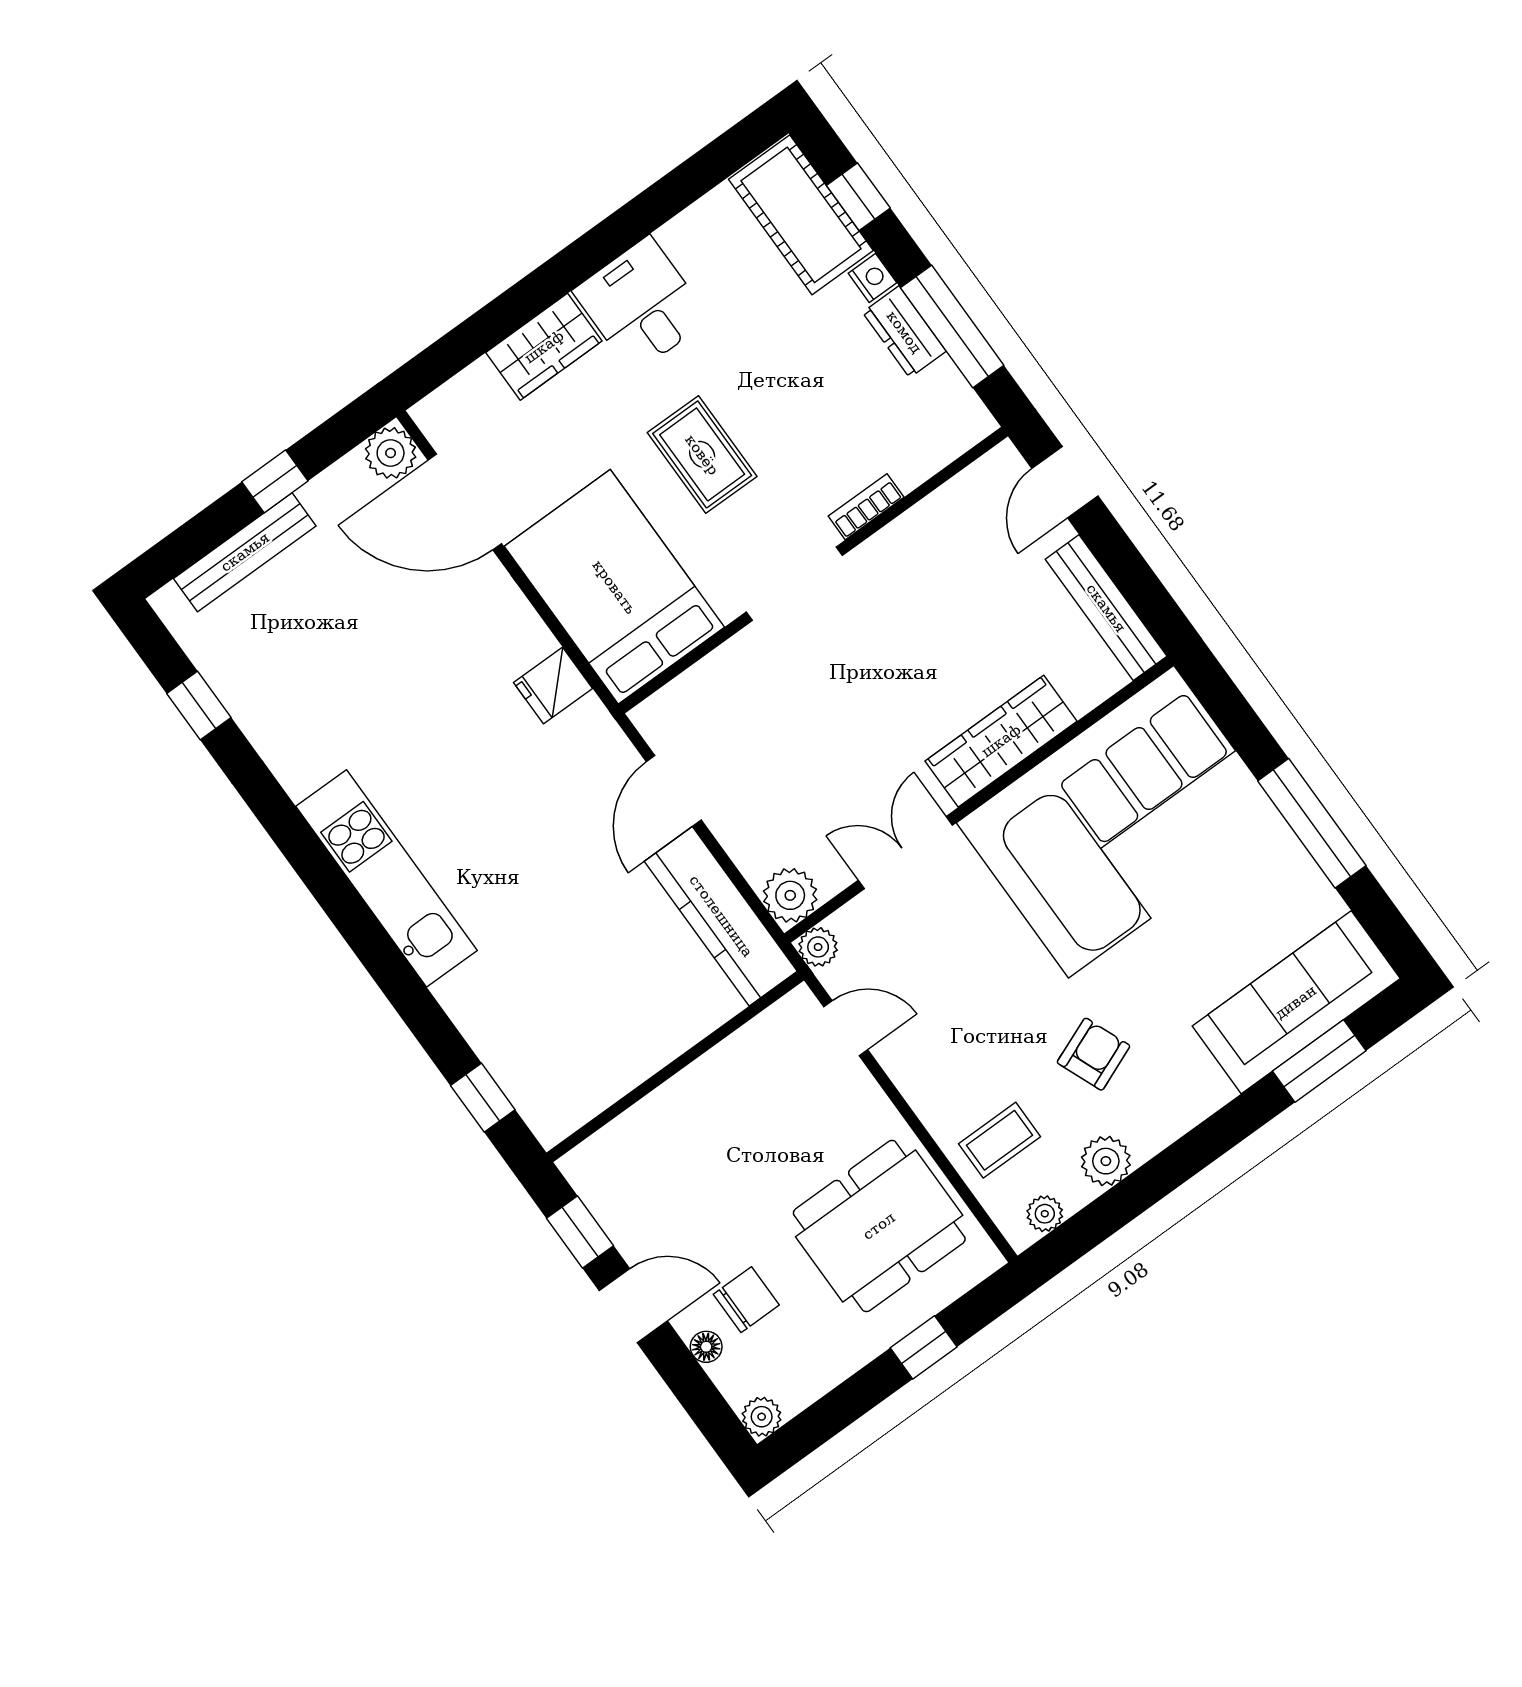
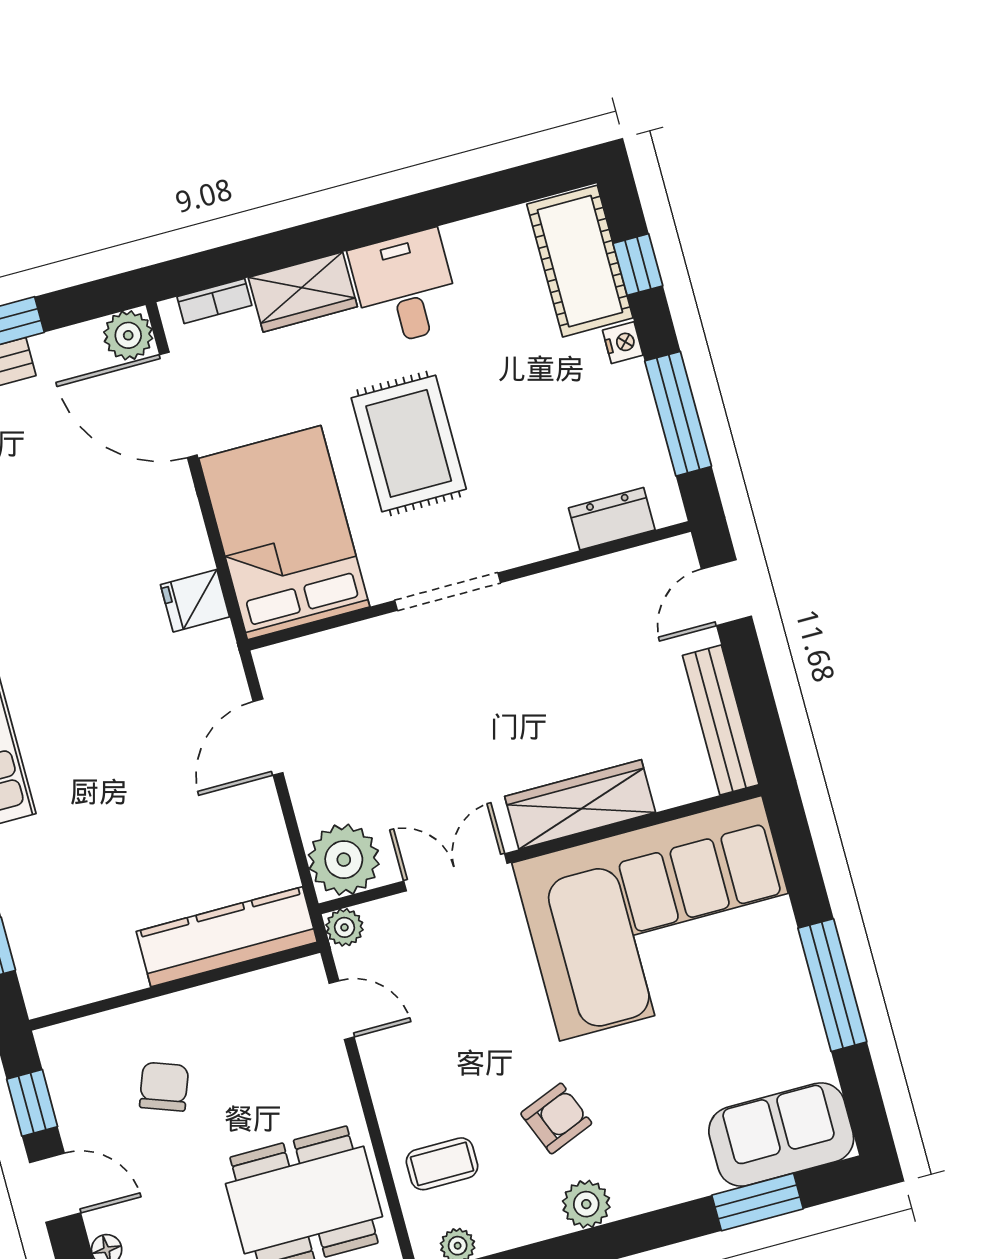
dresser: (904, 332) -> (612, 519), moved, turned 90
rug: (702, 455) -> (409, 443), width x1.36, depth x1.43
bookcase: (866, 507) -> (214, 301), moved, turned 180
plant: (790, 895) -> (344, 860), width x1.36, depth x1.36
kitchen counter: (721, 916) -> (227, 937), moved, turned 90
sofa: (1296, 1002) -> (781, 1135), width x0.73
plant: (1106, 1161) -> (586, 1204), moved
chair: (746, 1300) -> (164, 1087), moved, turned -70

